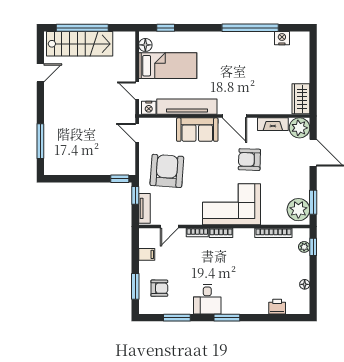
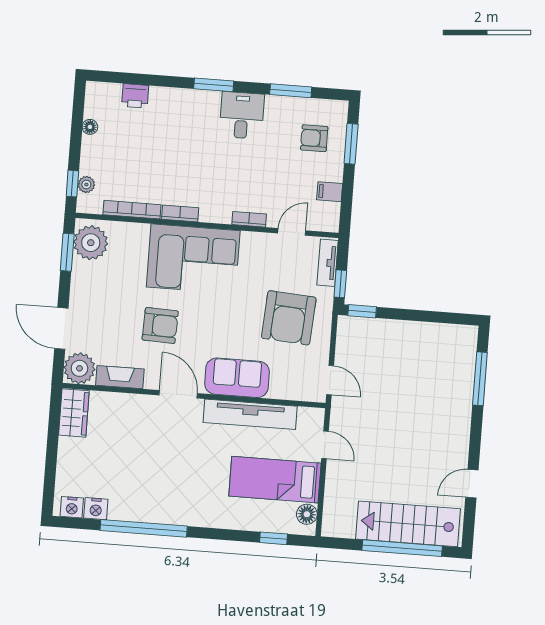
nightstand: (149, 108) -> (72, 507), moved, turned 180
bookcase: (221, 233) -> (180, 213), moved

